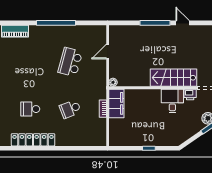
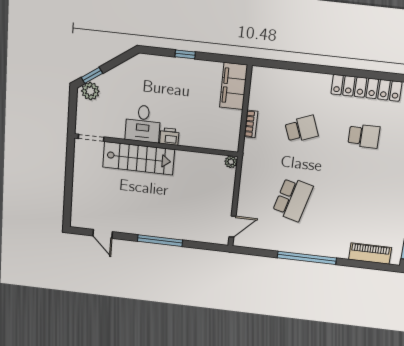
door: (183, 23) -> (103, 234), moved
door: (108, 52) -> (232, 227), moved
printer: (190, 94) -> (169, 136), moved
filing cabinet: (116, 103) -> (234, 86), moved

